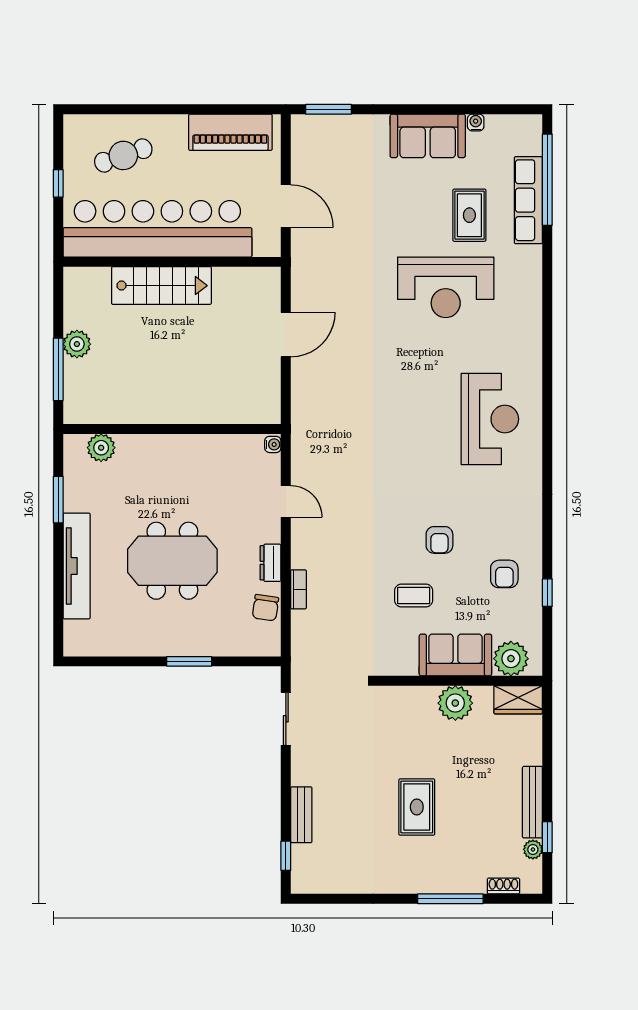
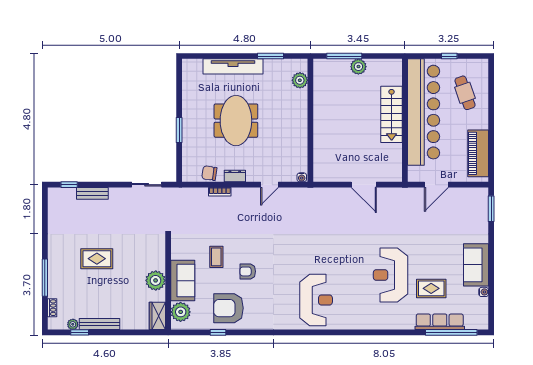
reception desk: (490, 419) -> (316, 300), turned -90
armchair: (504, 574) -> (228, 308), width x1.88, depth x1.88

